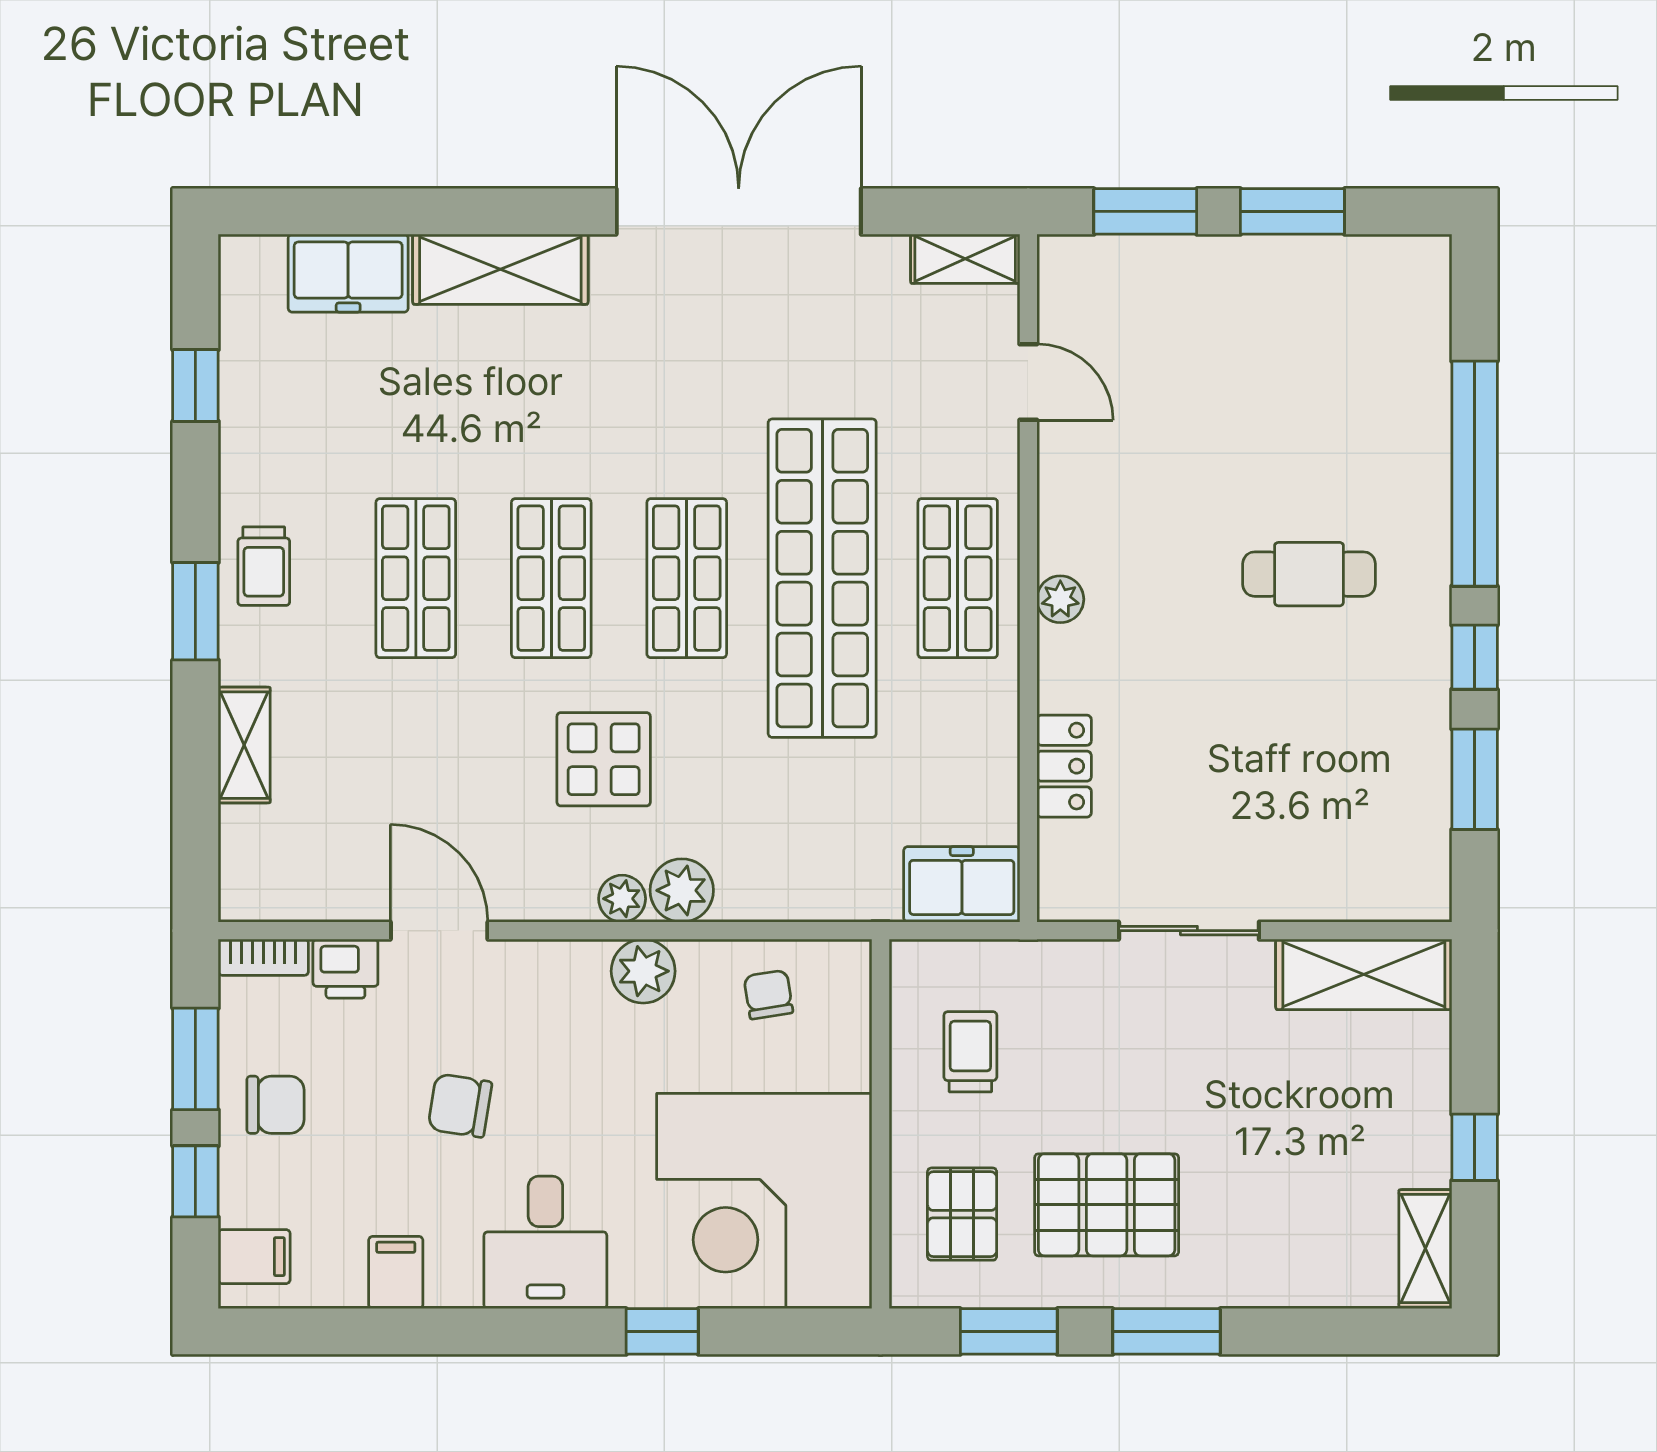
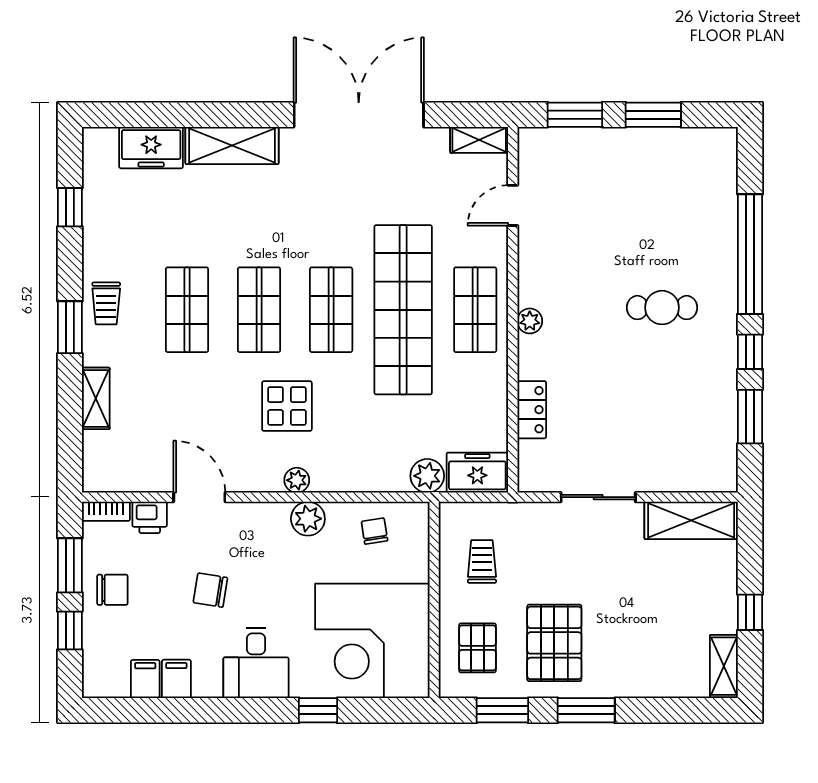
door: (1028, 382) -> (513, 205), swing flipped
plant: (682, 890) -> (427, 476), moved
pallet: (1107, 1205) -> (554, 643), turned 90
filing cabinet: (254, 1257) -> (145, 679), moved, turned -90

